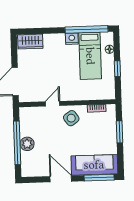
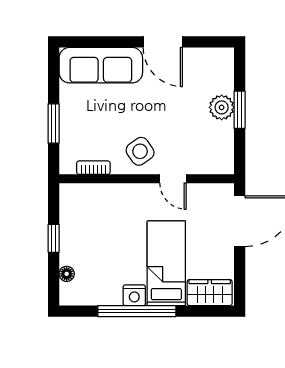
window: (86, 29) -> (137, 311), moved
bed: (90, 56) -> (166, 263), moved
door: (53, 104) -> (173, 179), hinge flipped
window: (17, 143) -> (240, 110), width x0.47
window: (99, 178) -> (93, 42), removed

